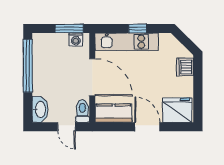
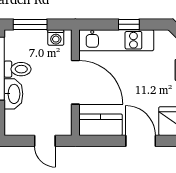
window: (69, 28) -> (30, 24), moved
washbasin: (40, 109) -> (13, 94), moved
toilet: (82, 111) -> (18, 69), moved, turned 90

